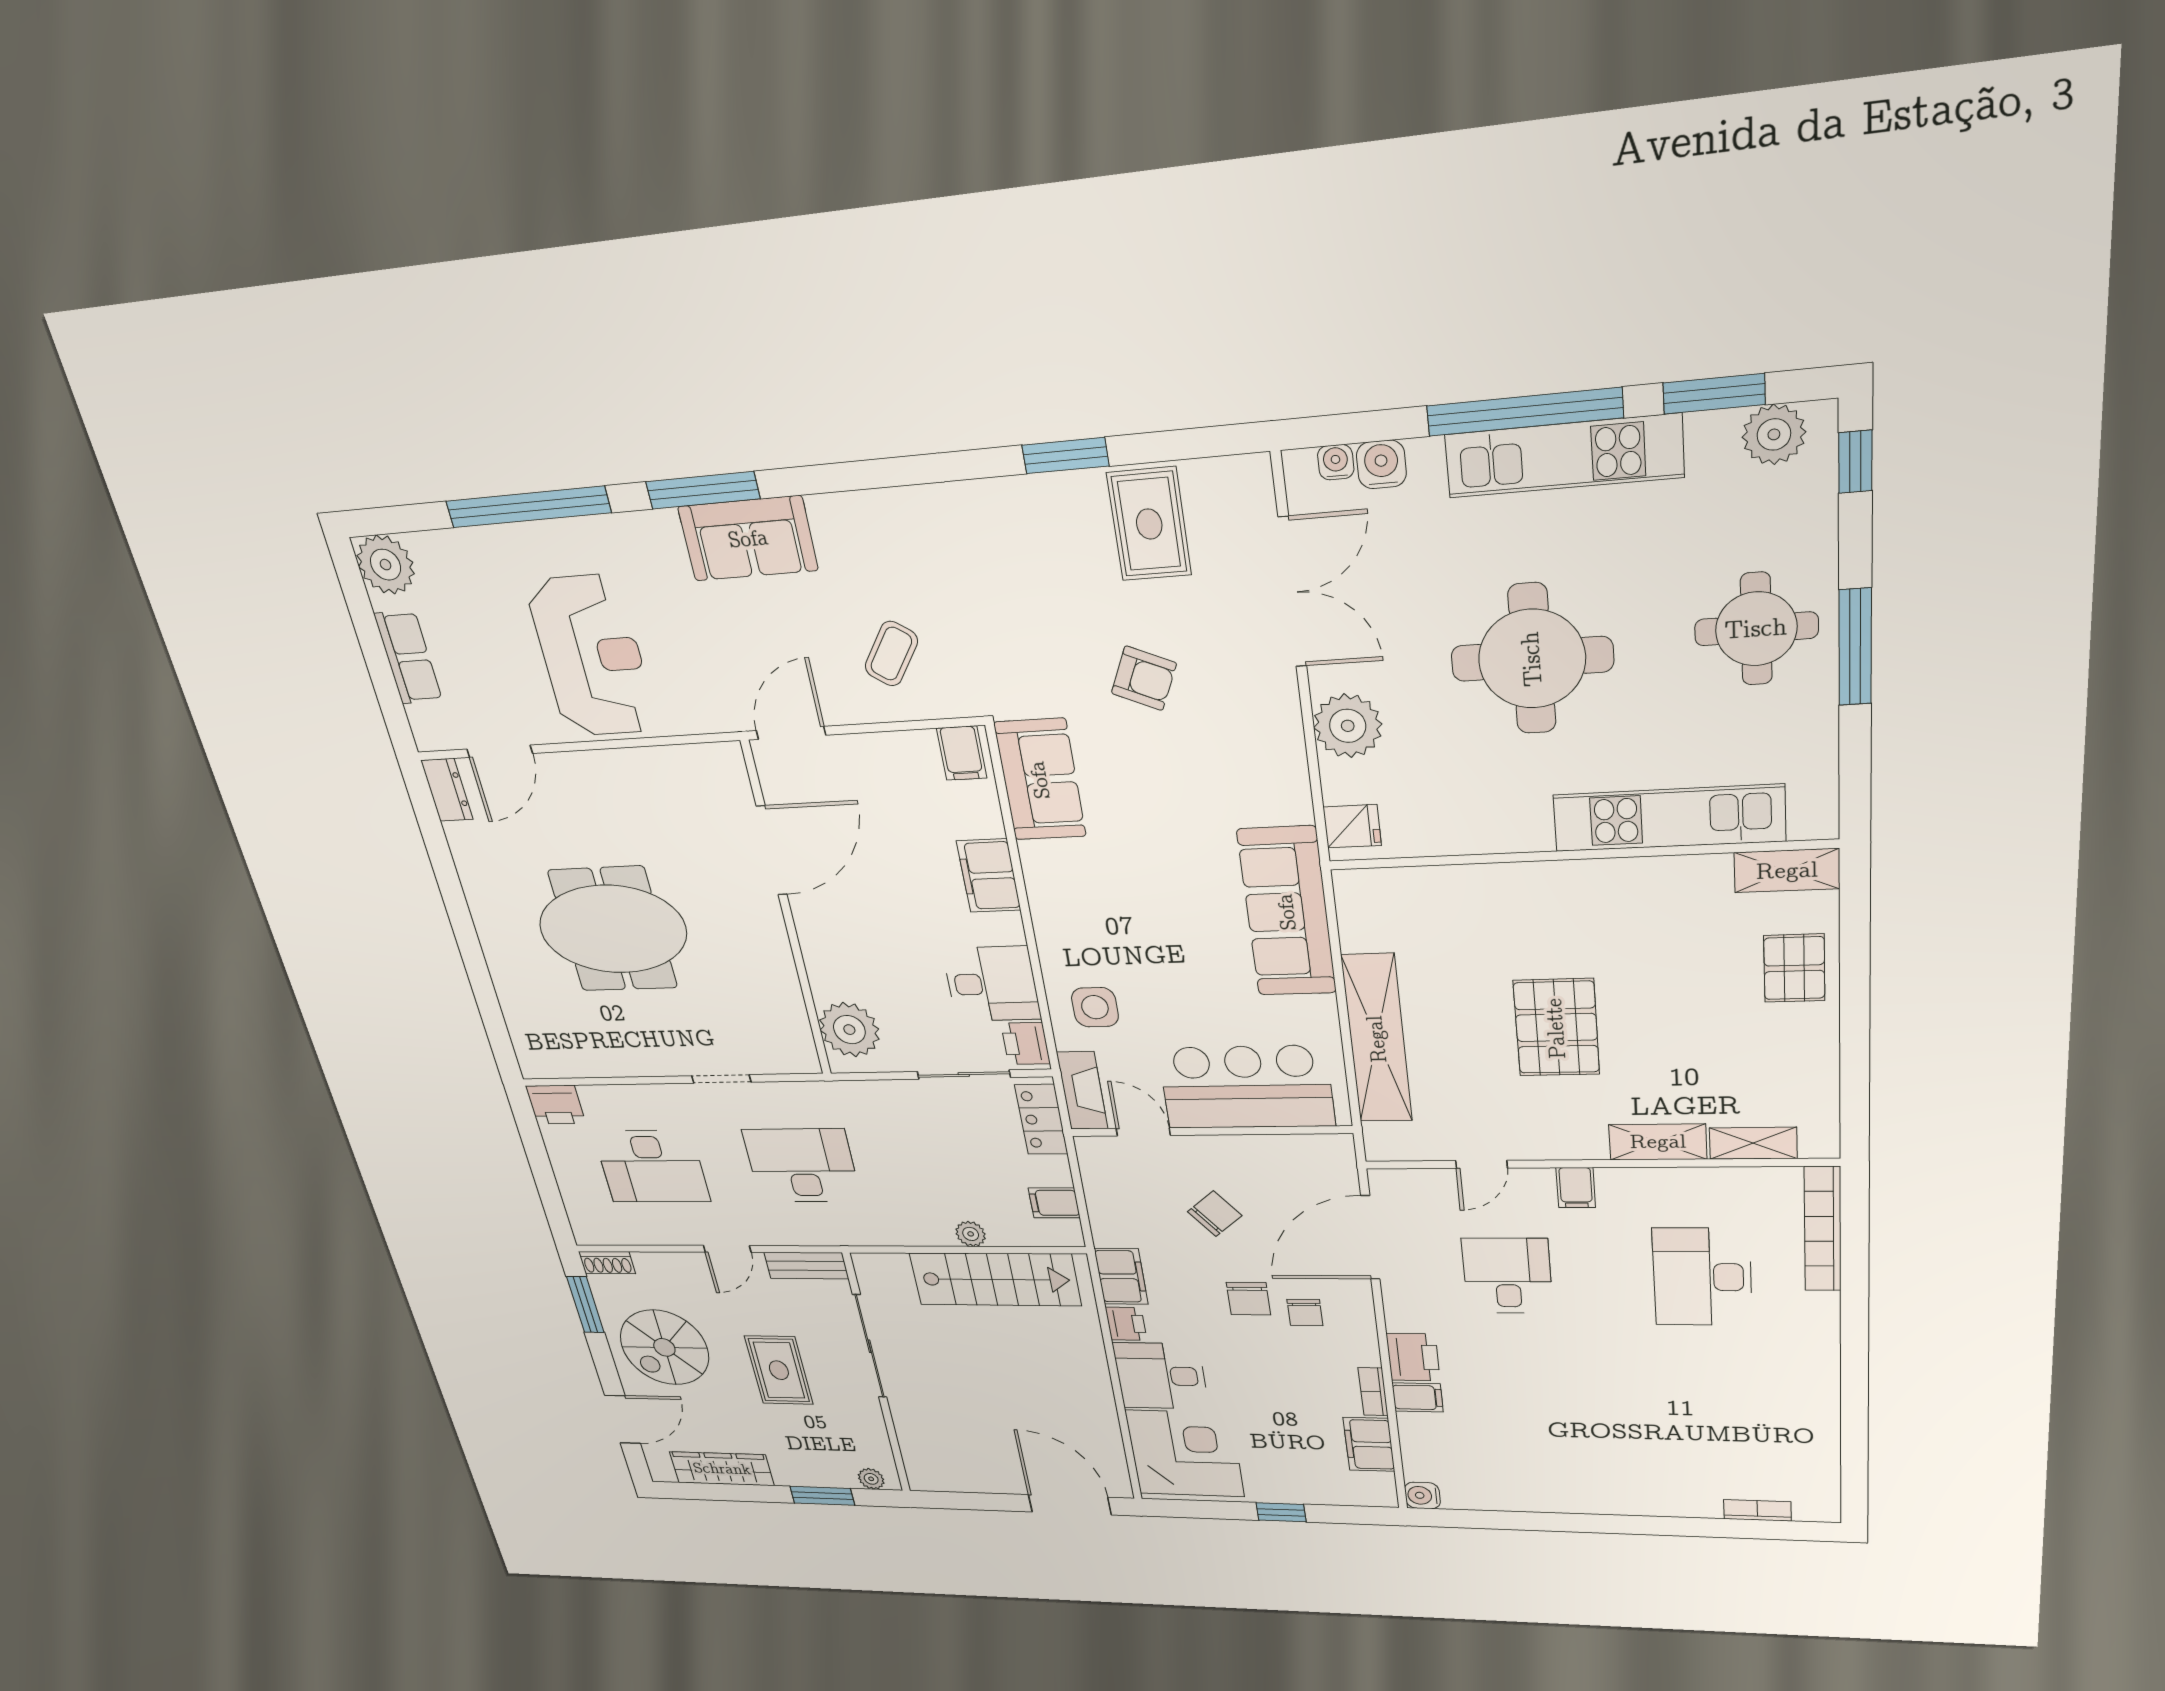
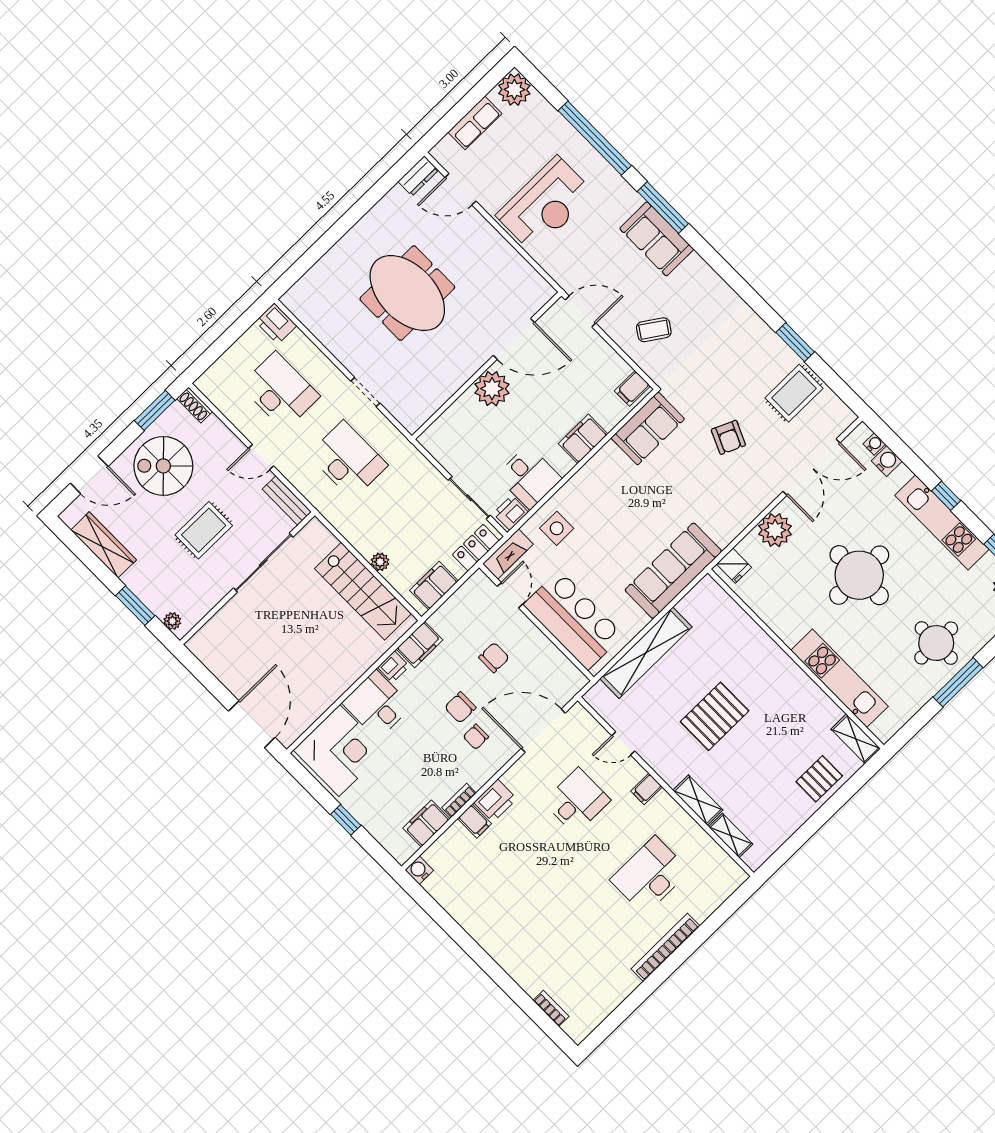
window: (1524, 412) -> (946, 496), width x0.32
plant: (849, 1030) -> (492, 389), moved
desk: (652, 1166) -> (280, 391), turned 180
filing cabinet: (1054, 1203) -> (434, 586), width x2.00
chair: (1215, 1214) -> (494, 658), turned -50
bookcase: (1823, 1229) -> (665, 947), moved

